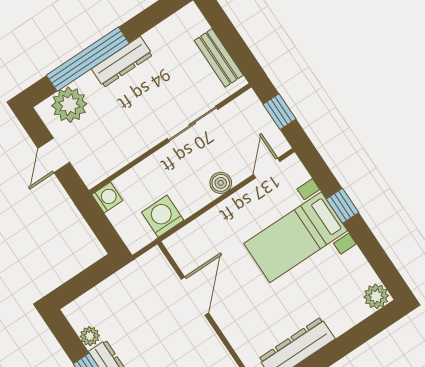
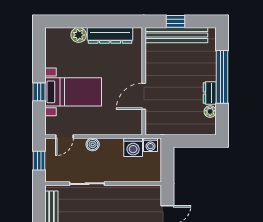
washing machine: (107, 197) -> (150, 145), moved, turned -90
plant: (376, 296) -> (79, 35), moved

